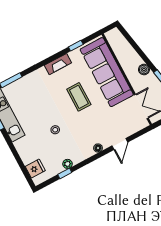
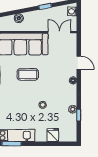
boiler: (144, 69) -> (19, 18), moved
fridge: (35, 169) -> (53, 135), moved

